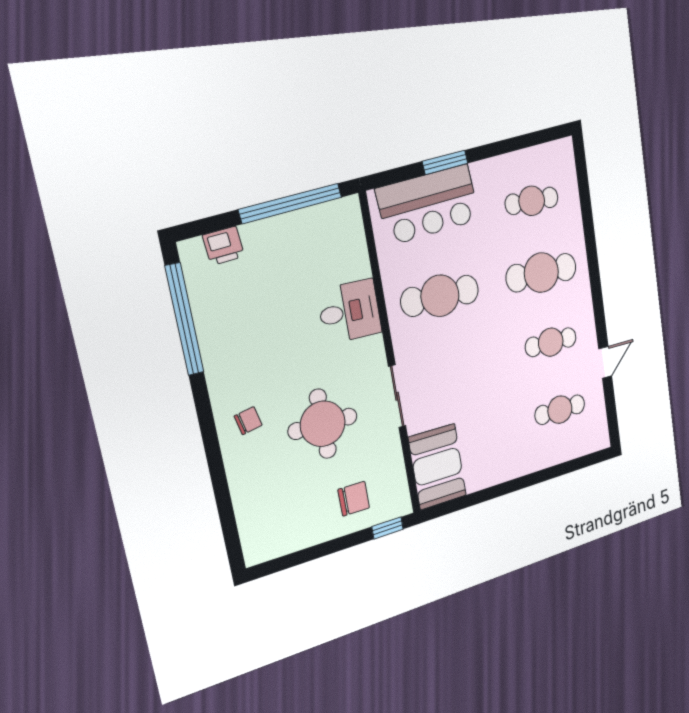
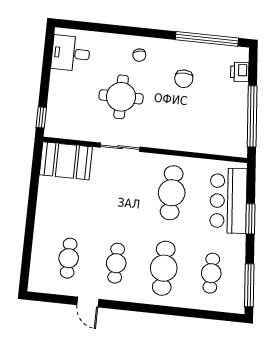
window: (534, 139) -> (249, 285), added
desk: (350, 311) -> (71, 53), moved, turned 90
chair: (354, 499) -> (184, 79), moved

